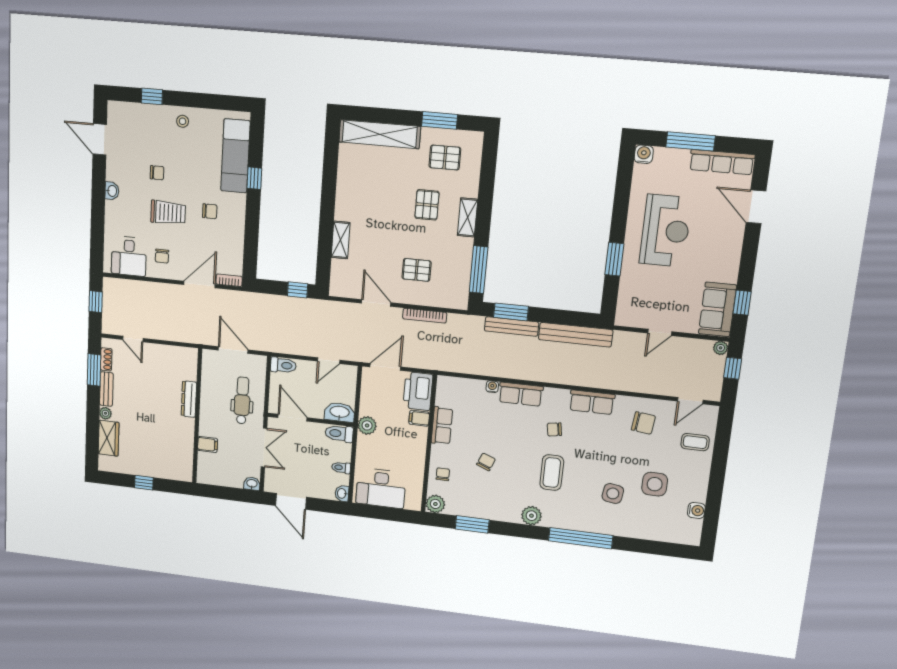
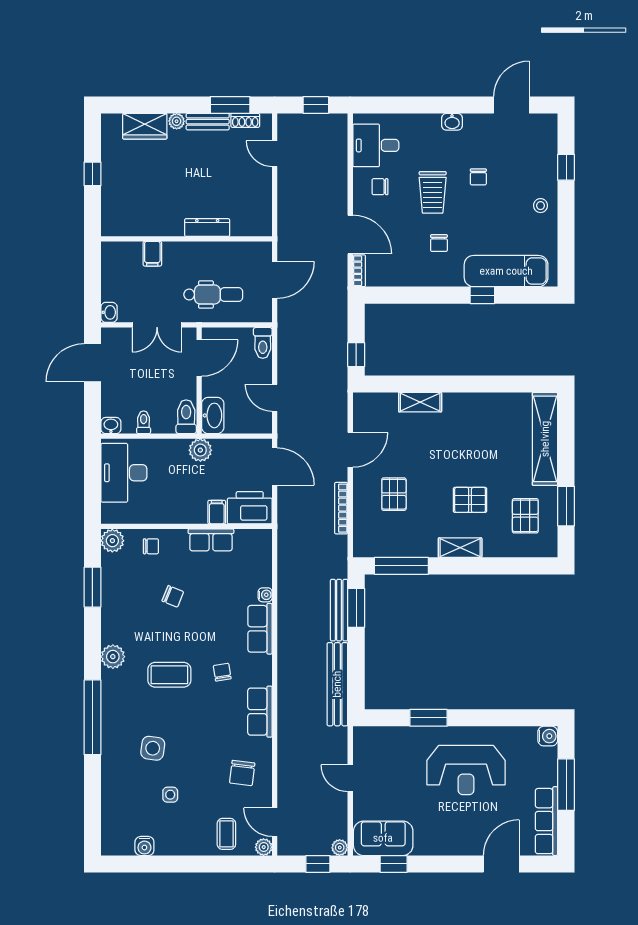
door: (133, 339) -> (275, 154), hinge flipped
plant: (711, 412) -> (264, 847), added
side table: (655, 484) -> (170, 795), width x0.54, depth x0.54

